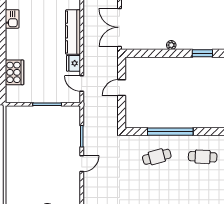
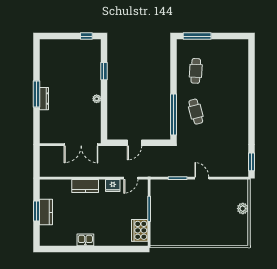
kitchen sink: (12, 19) -> (85, 240), moved
kitchen counter: (73, 32) -> (85, 186), width x0.67
cooker: (15, 72) -> (140, 230), moved, turned -90
door: (122, 88) -> (134, 143), hinge flipped
window: (170, 132) -> (173, 114), moved

